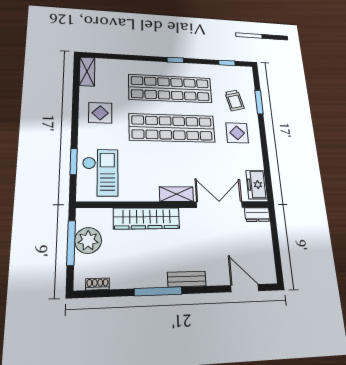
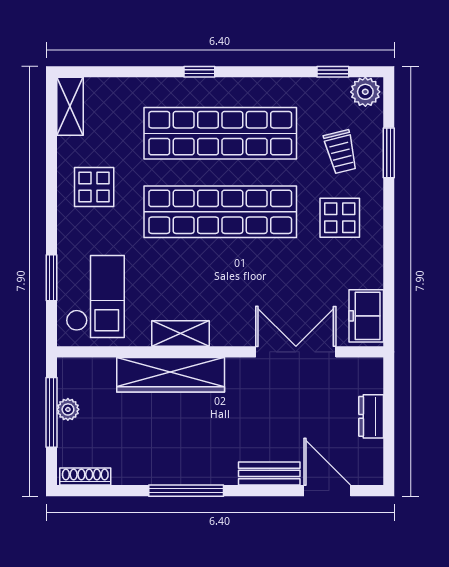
window: (175, 60) -> (199, 72), moved
plant: (244, 73) -> (365, 92), added
shelving: (176, 194) -> (180, 334), moved
dresser: (257, 215) -> (371, 416), moved, turned 90
plant: (88, 240) -> (68, 409), width x0.53, depth x0.53
bench: (187, 279) -> (269, 473), moved
shoe rack: (97, 284) -> (85, 477), width x1.43

